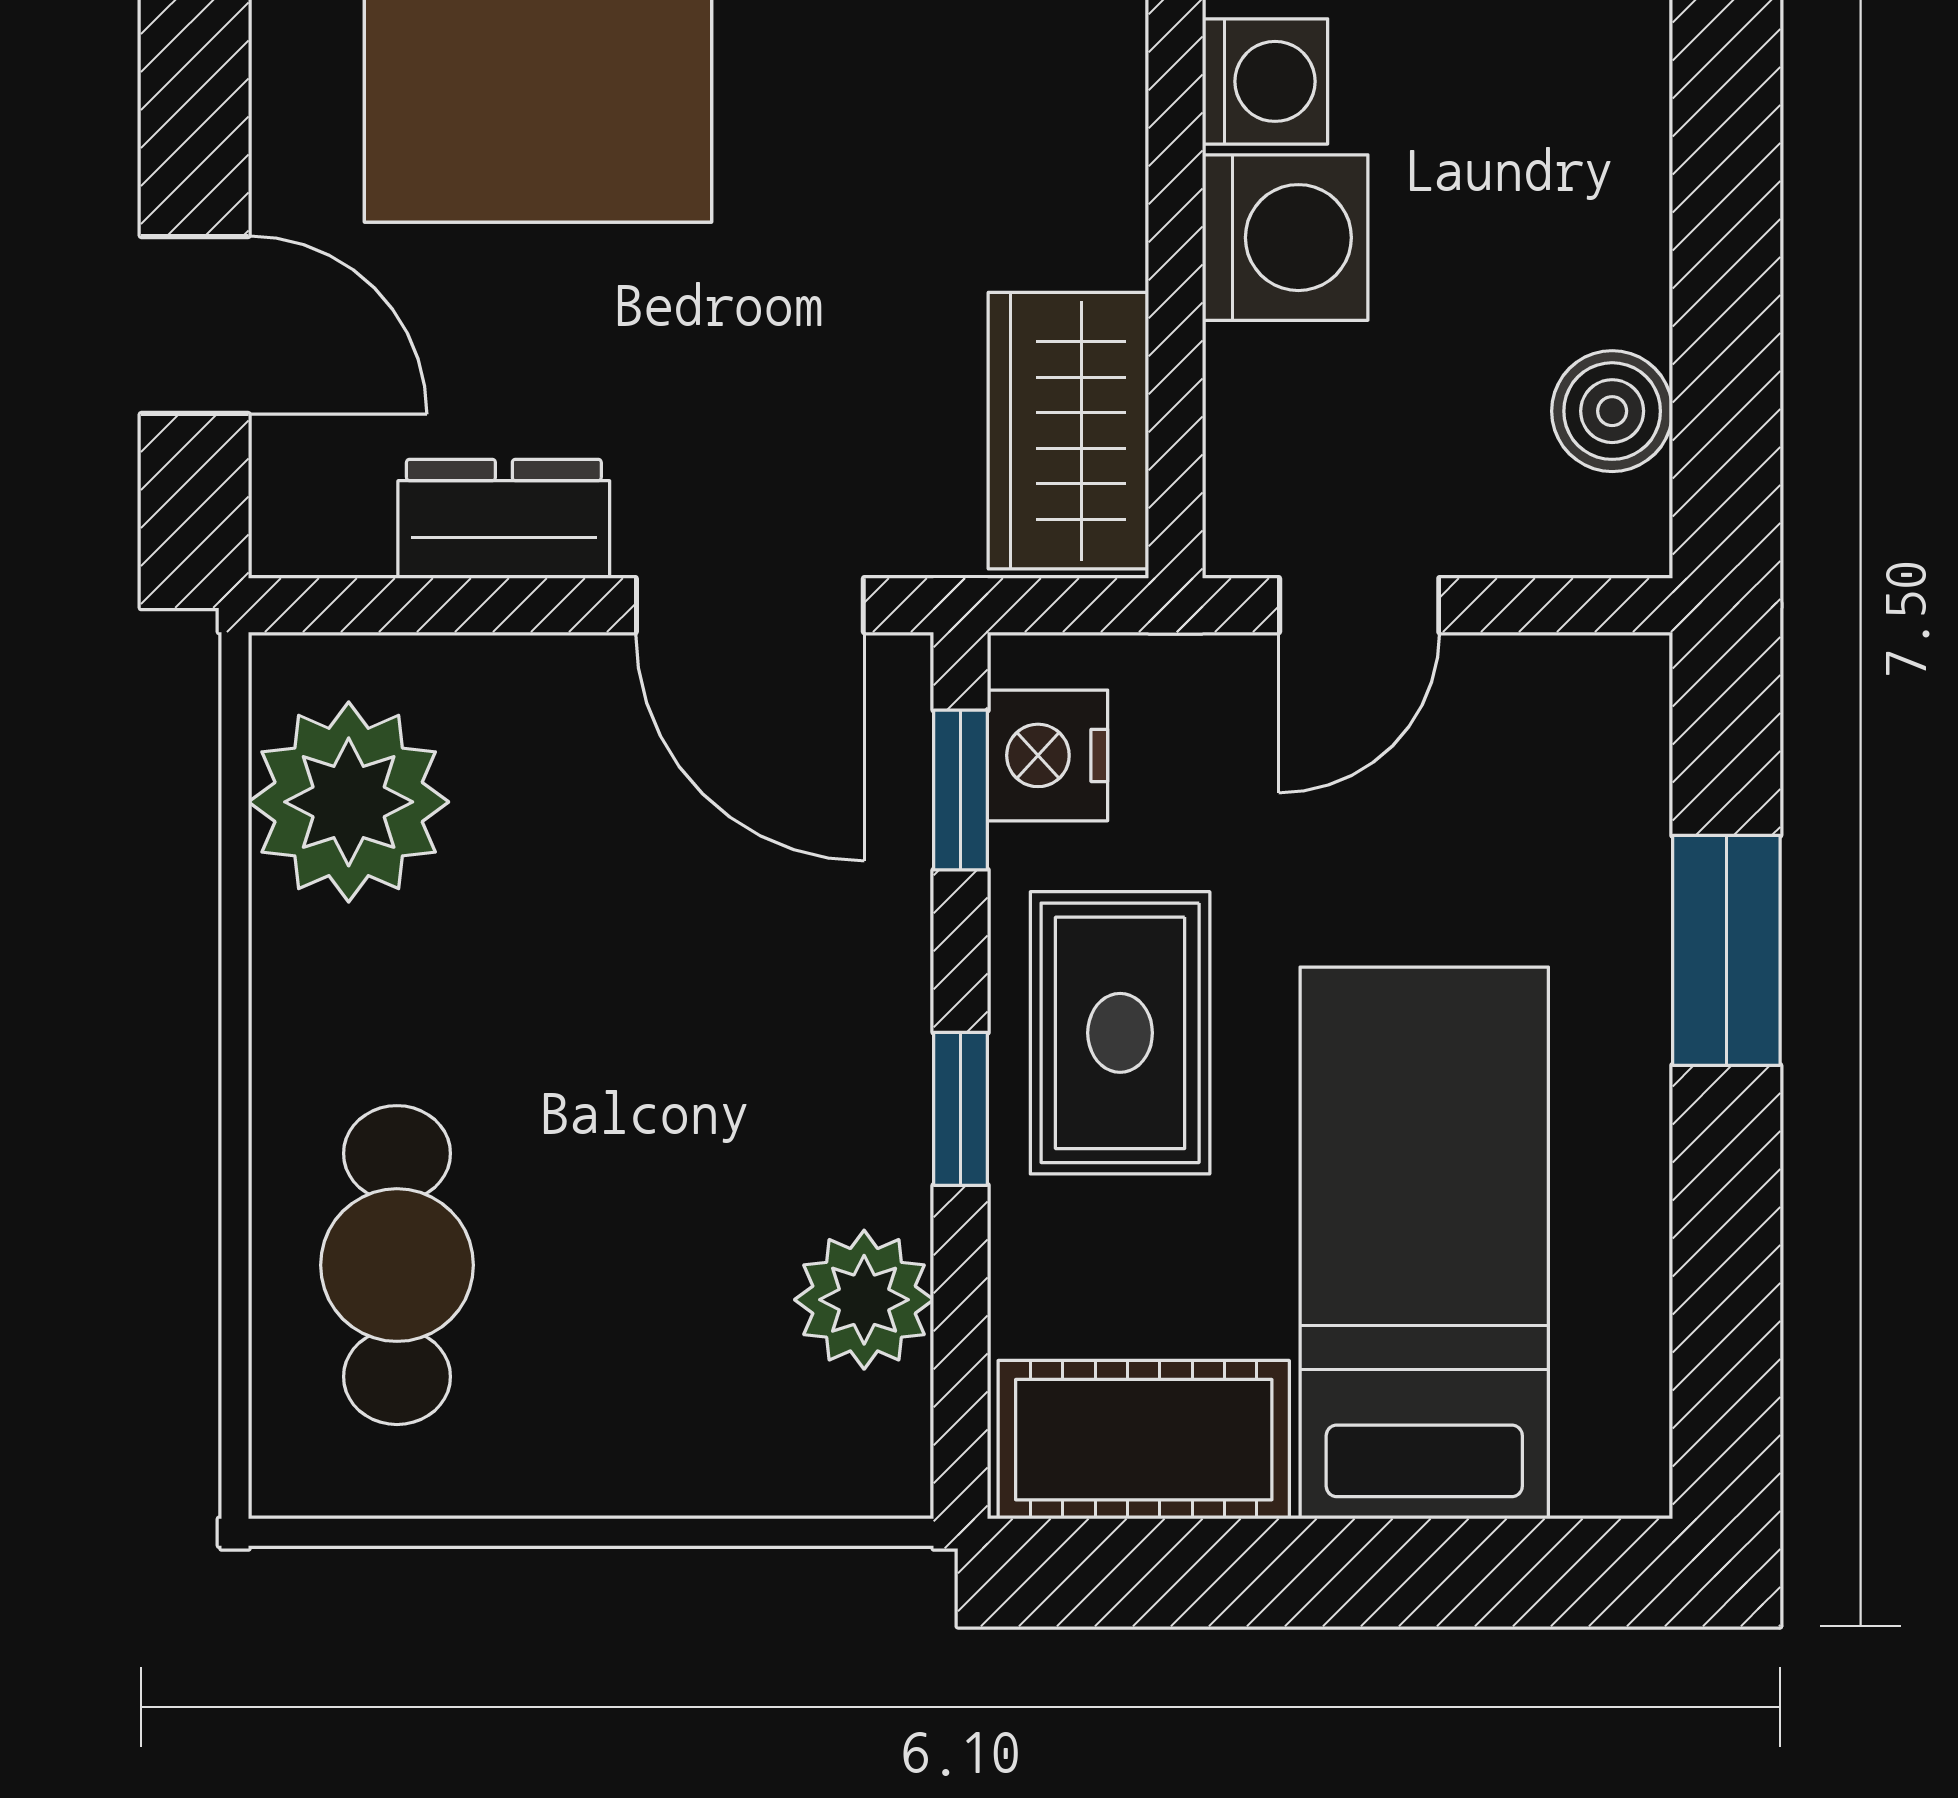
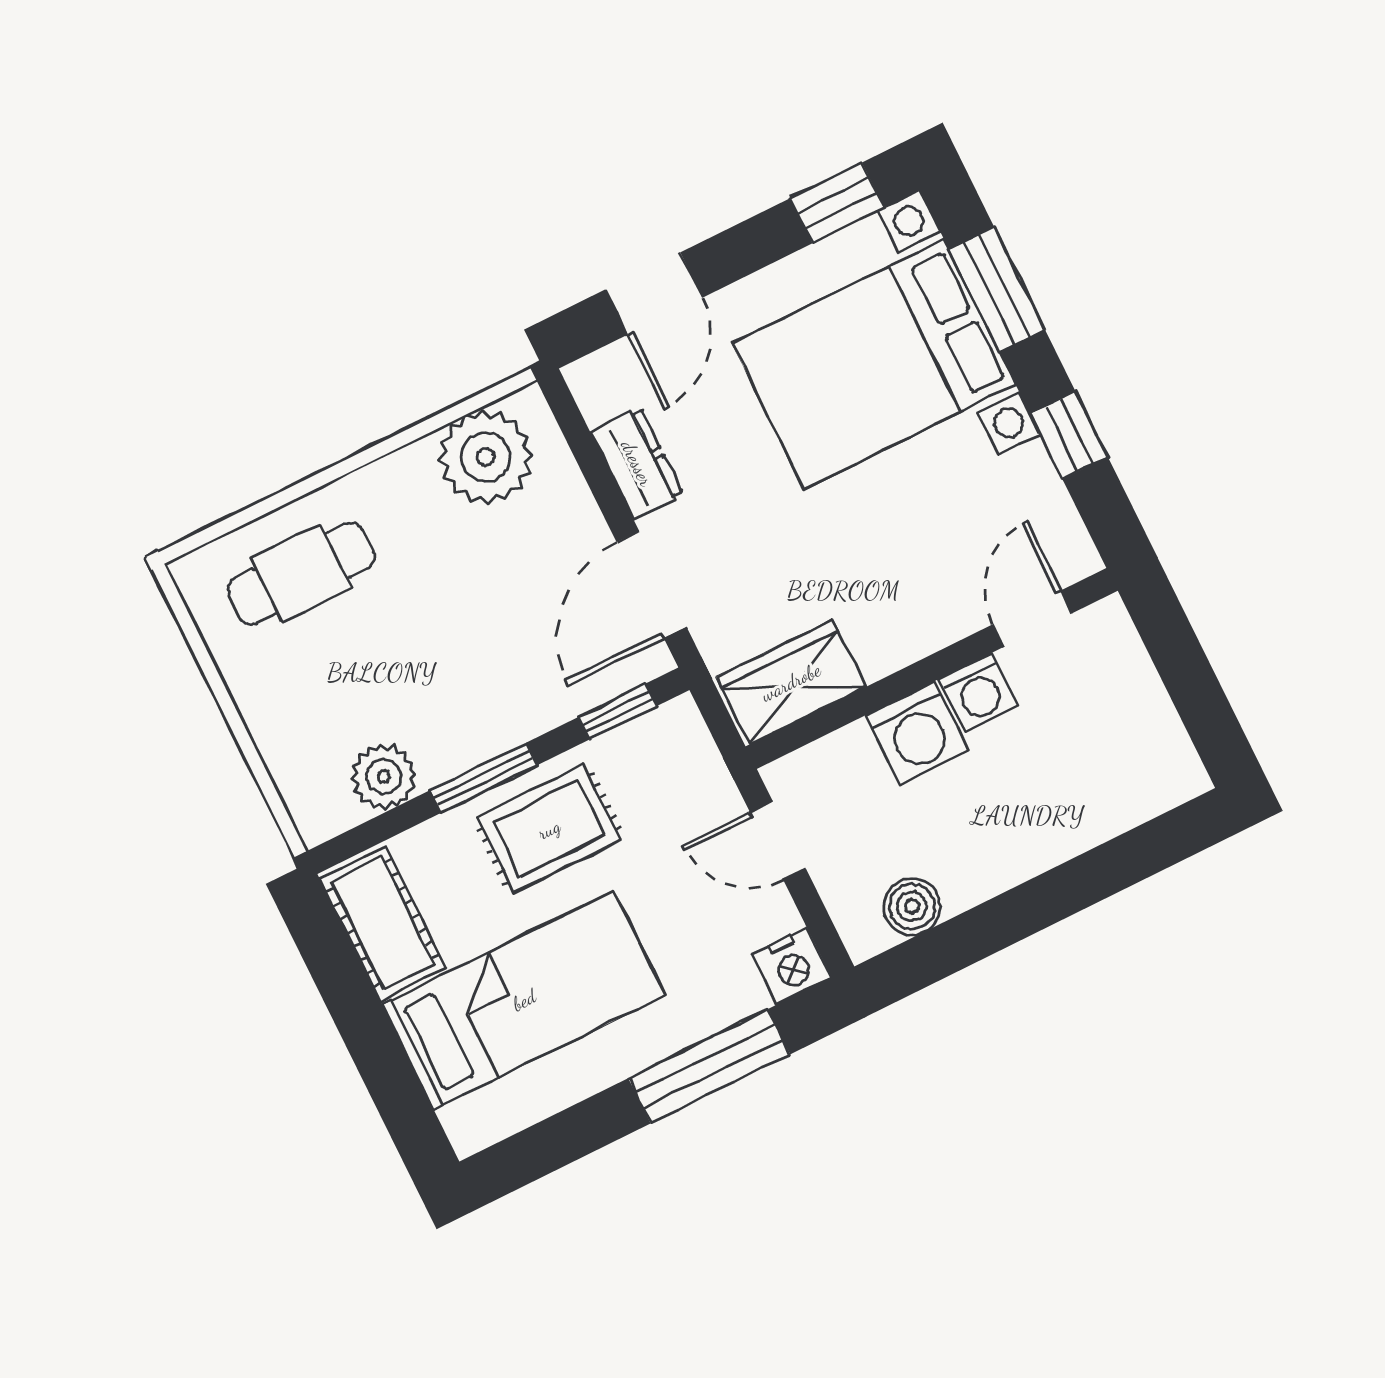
nightstand: (1048, 755) -> (792, 966), moved, turned 180
window: (1726, 950) -> (709, 1066), width x1.44
window: (961, 1109) -> (484, 778), width x1.50

